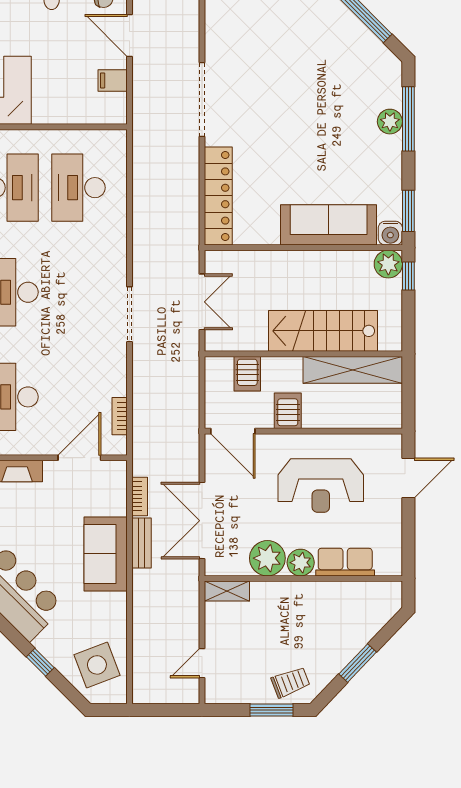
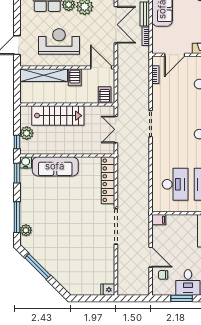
filing cabinet: (113, 80) -> (159, 220), moved
plant: (390, 122) -> (26, 230), moved
plant: (388, 264) -> (27, 133), moved
shelving: (353, 370) -> (44, 75), moved
server rack: (247, 374) -> (105, 95), moved

